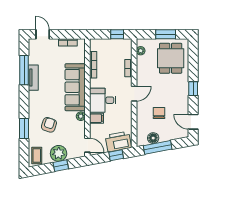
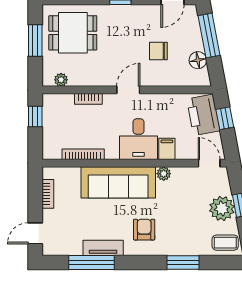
door: (134, 94) -> (128, 90), hinge flipped
armchair: (49, 125) -> (144, 230), moved, turned 72
door: (87, 145) -> (209, 163), hinge flipped
window: (158, 147) -> (209, 35), moved

